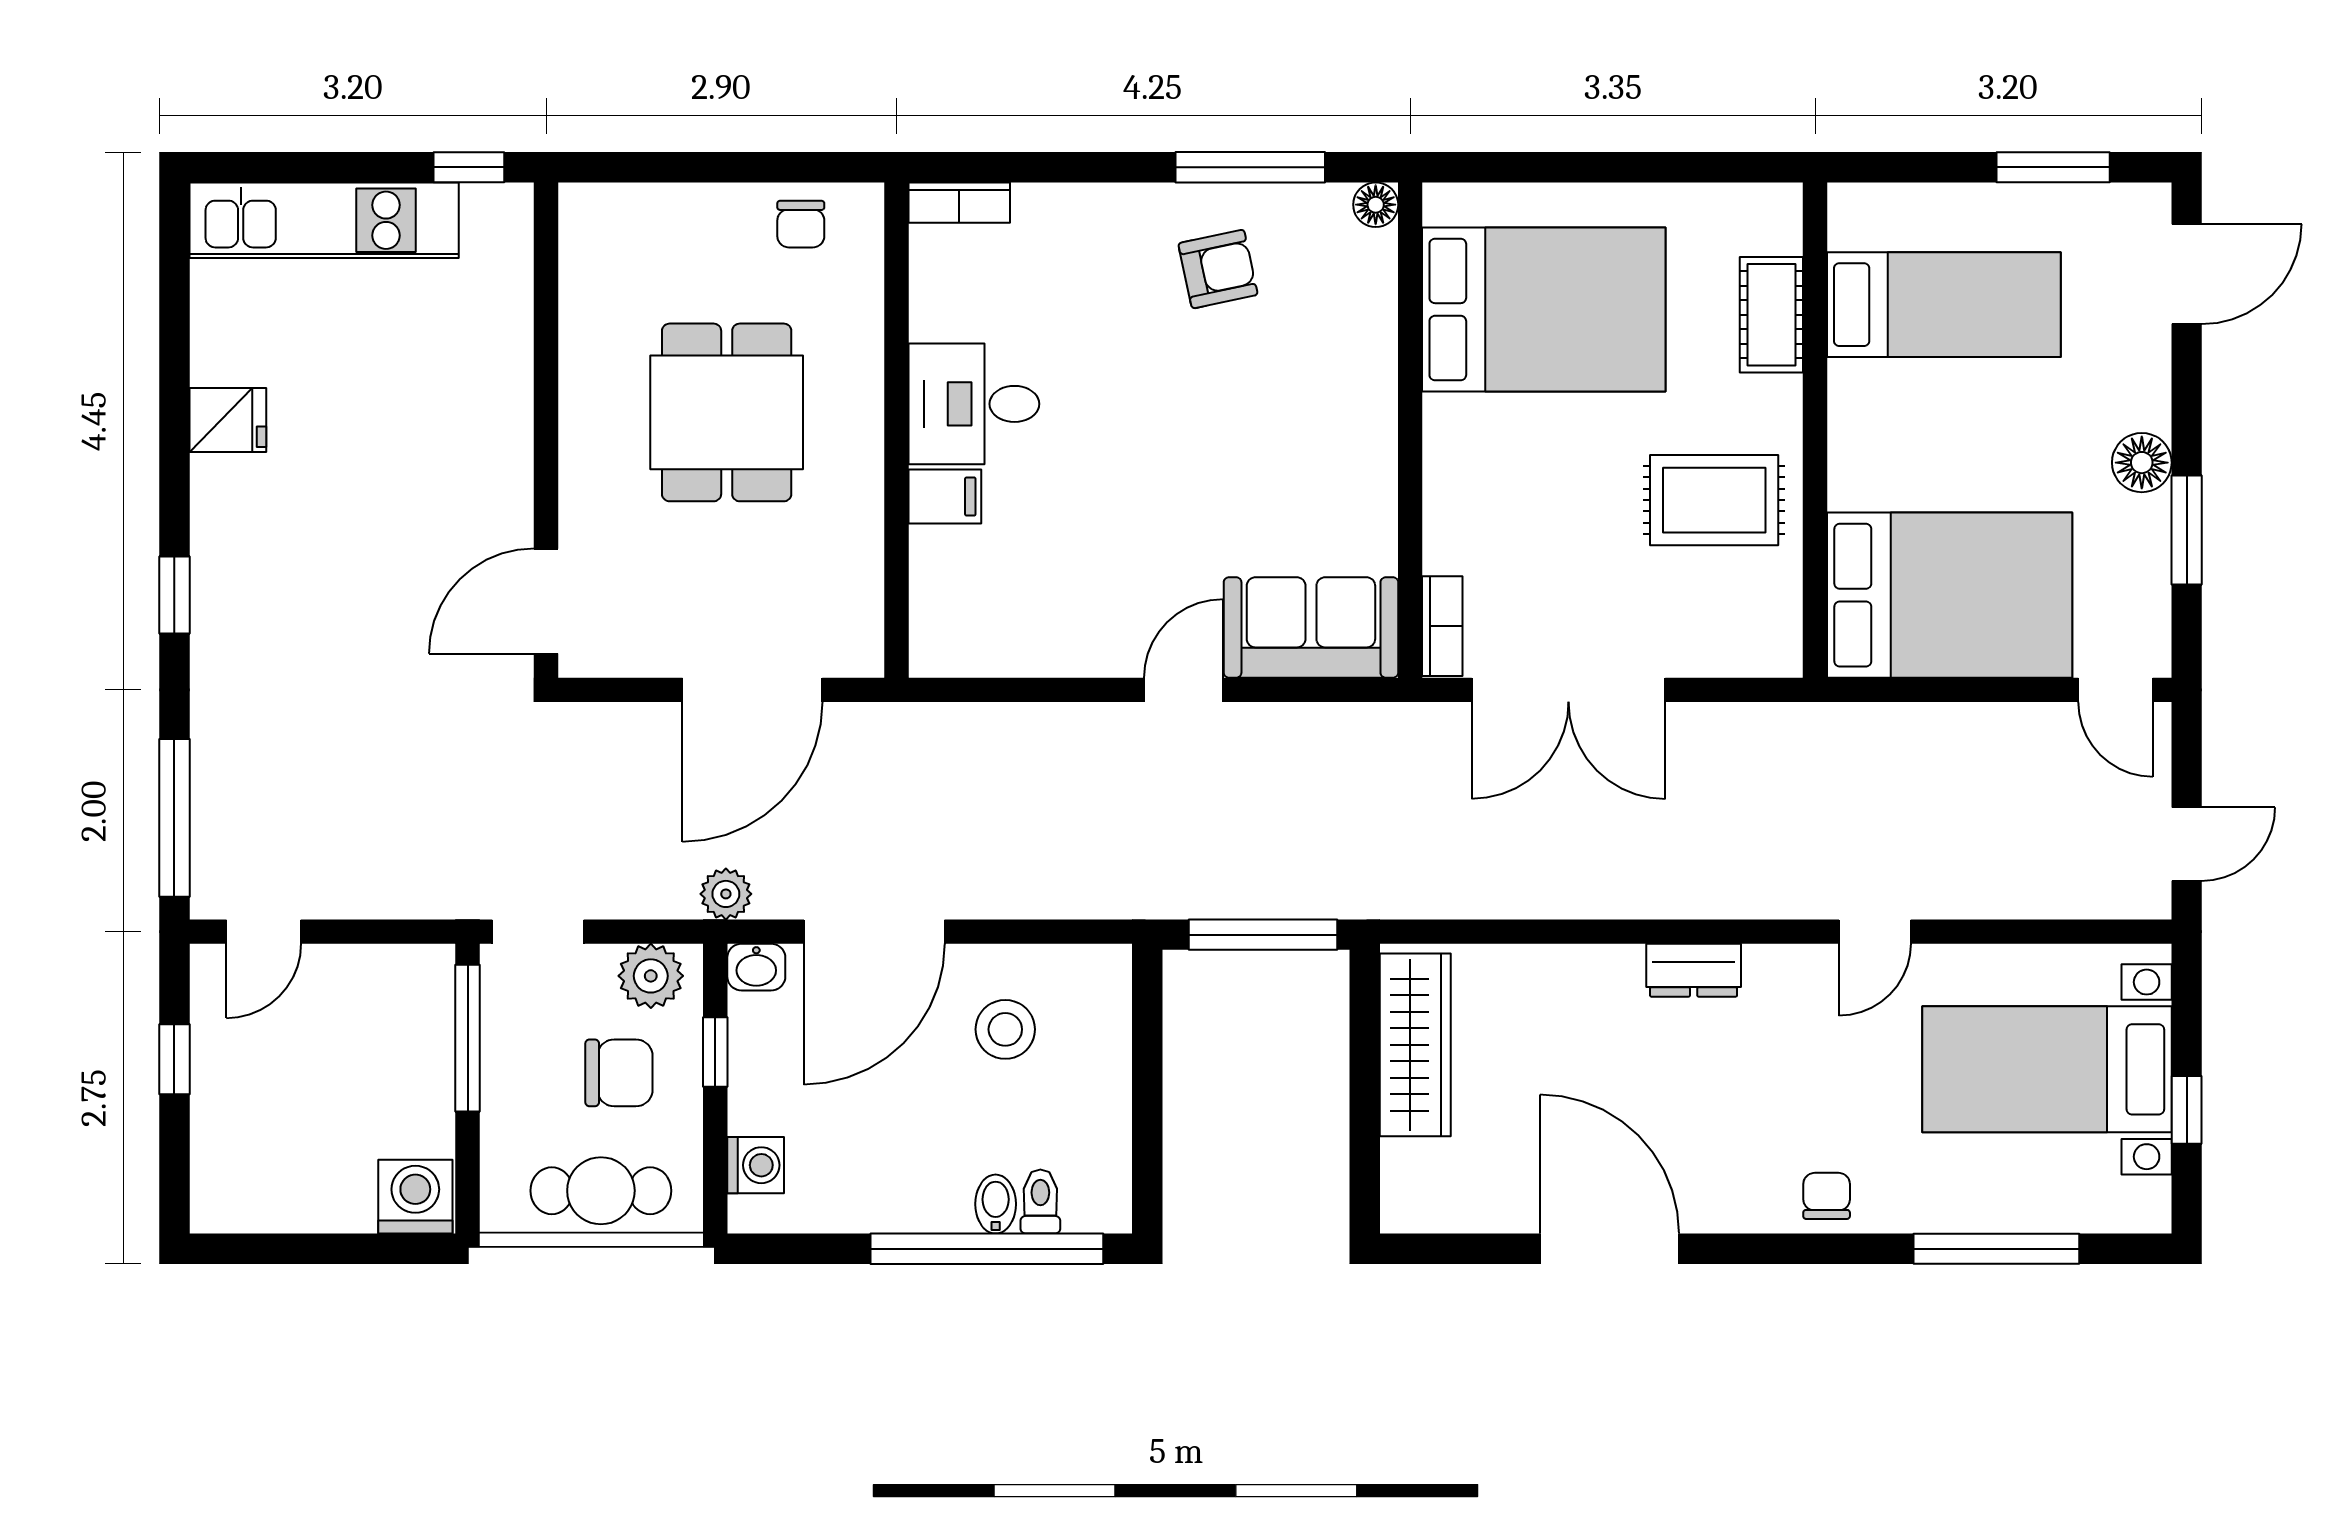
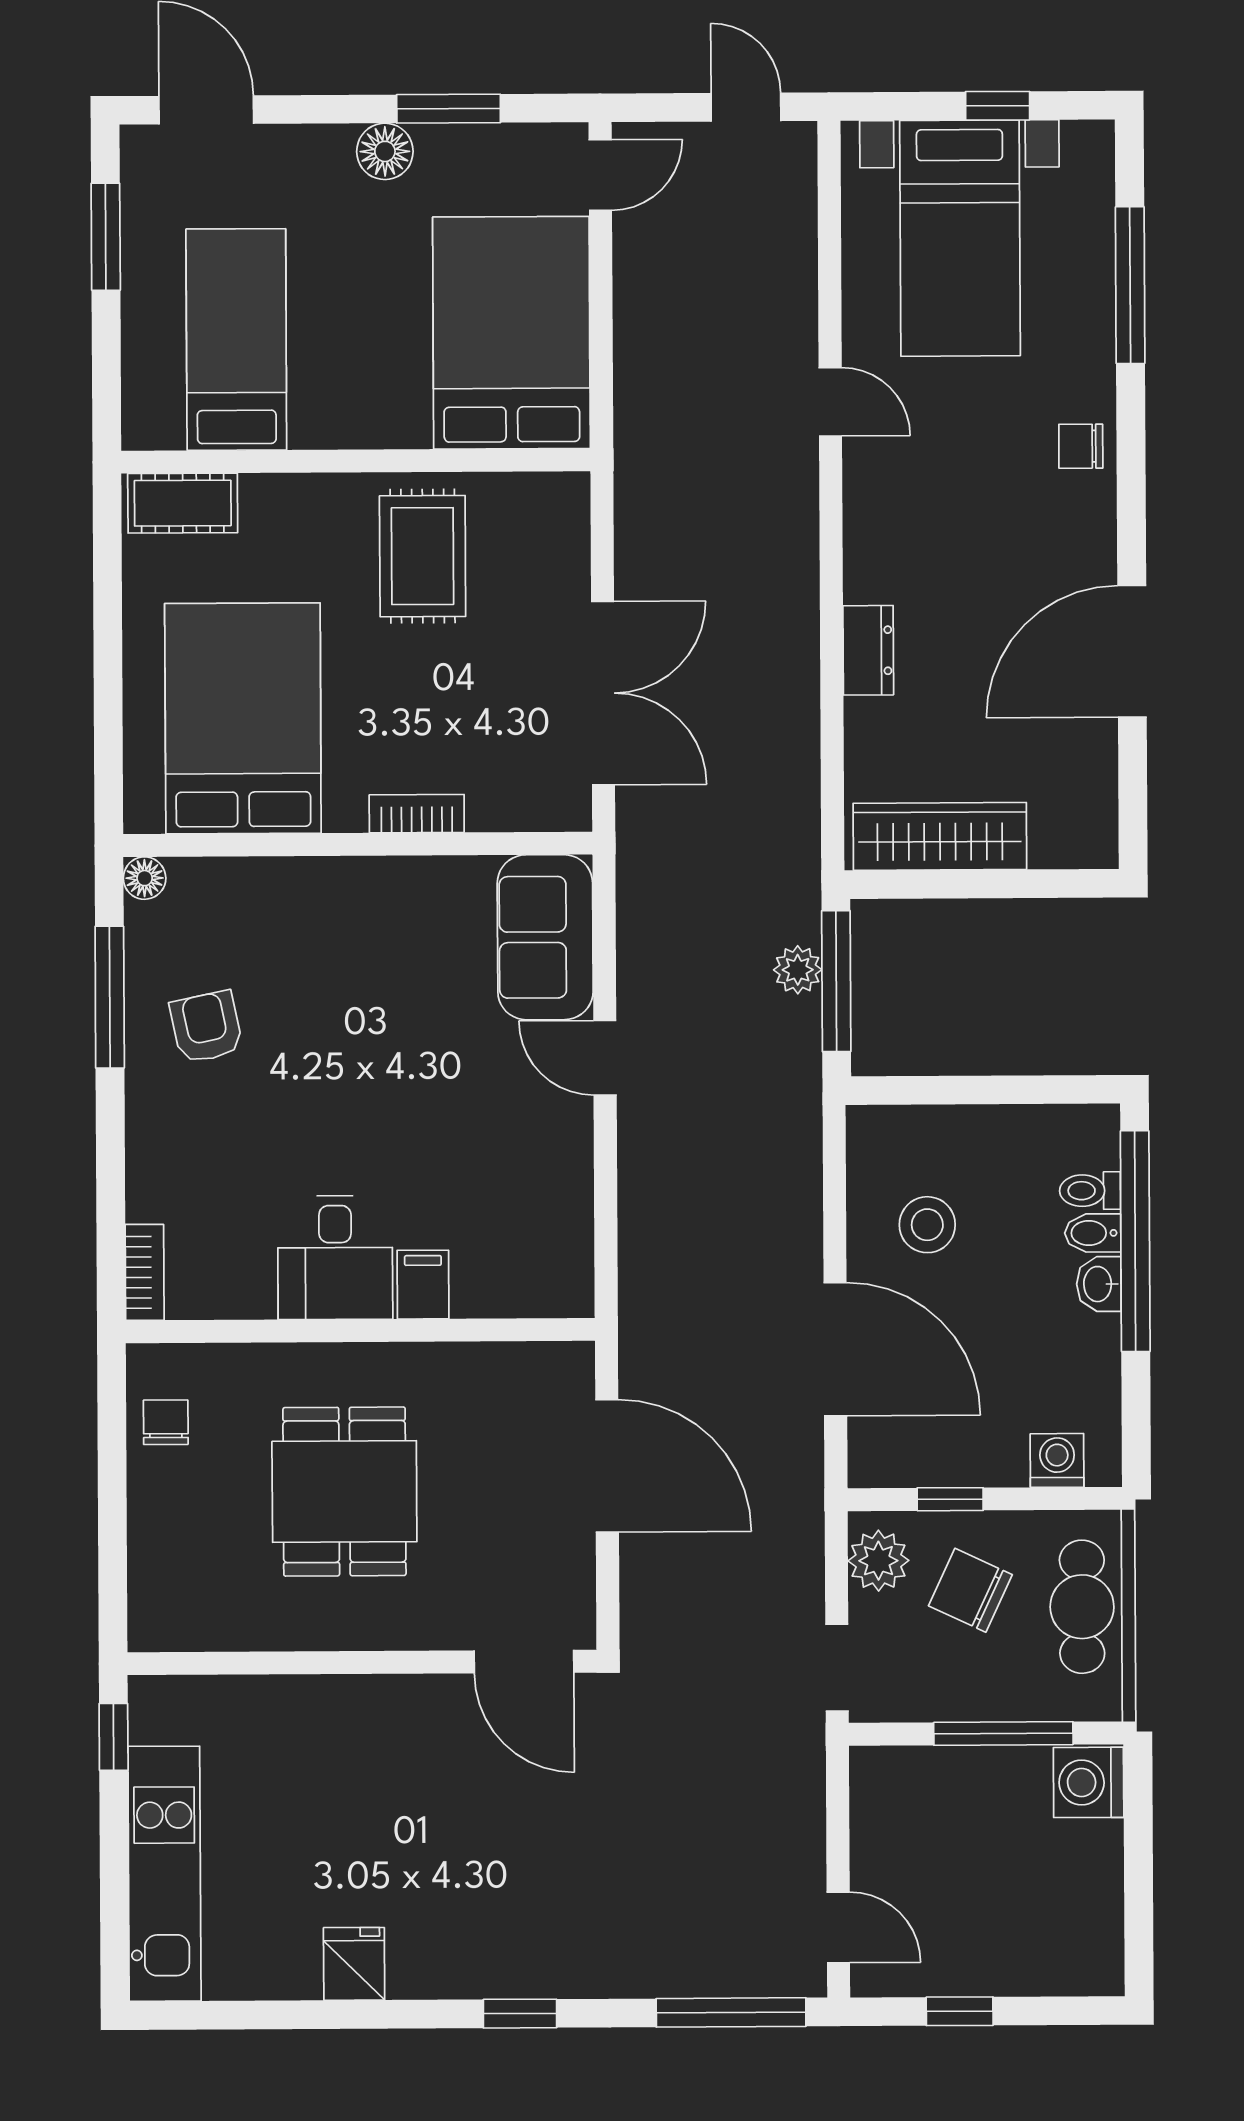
chair: (801, 224) -> (166, 1422), turned -90
cot: (1771, 315) -> (183, 503), moved
dining table: (727, 412) -> (344, 1492), turned 90
bookcase: (1442, 626) -> (417, 814), moved
plant: (726, 894) -> (798, 970), moved
washbasin: (756, 967) -> (1099, 1284), moved, turned 180
dresser: (1694, 970) -> (868, 650), moved
window: (468, 1038) -> (1003, 1734), moved
chair: (619, 1073) -> (970, 1590), turned -65

